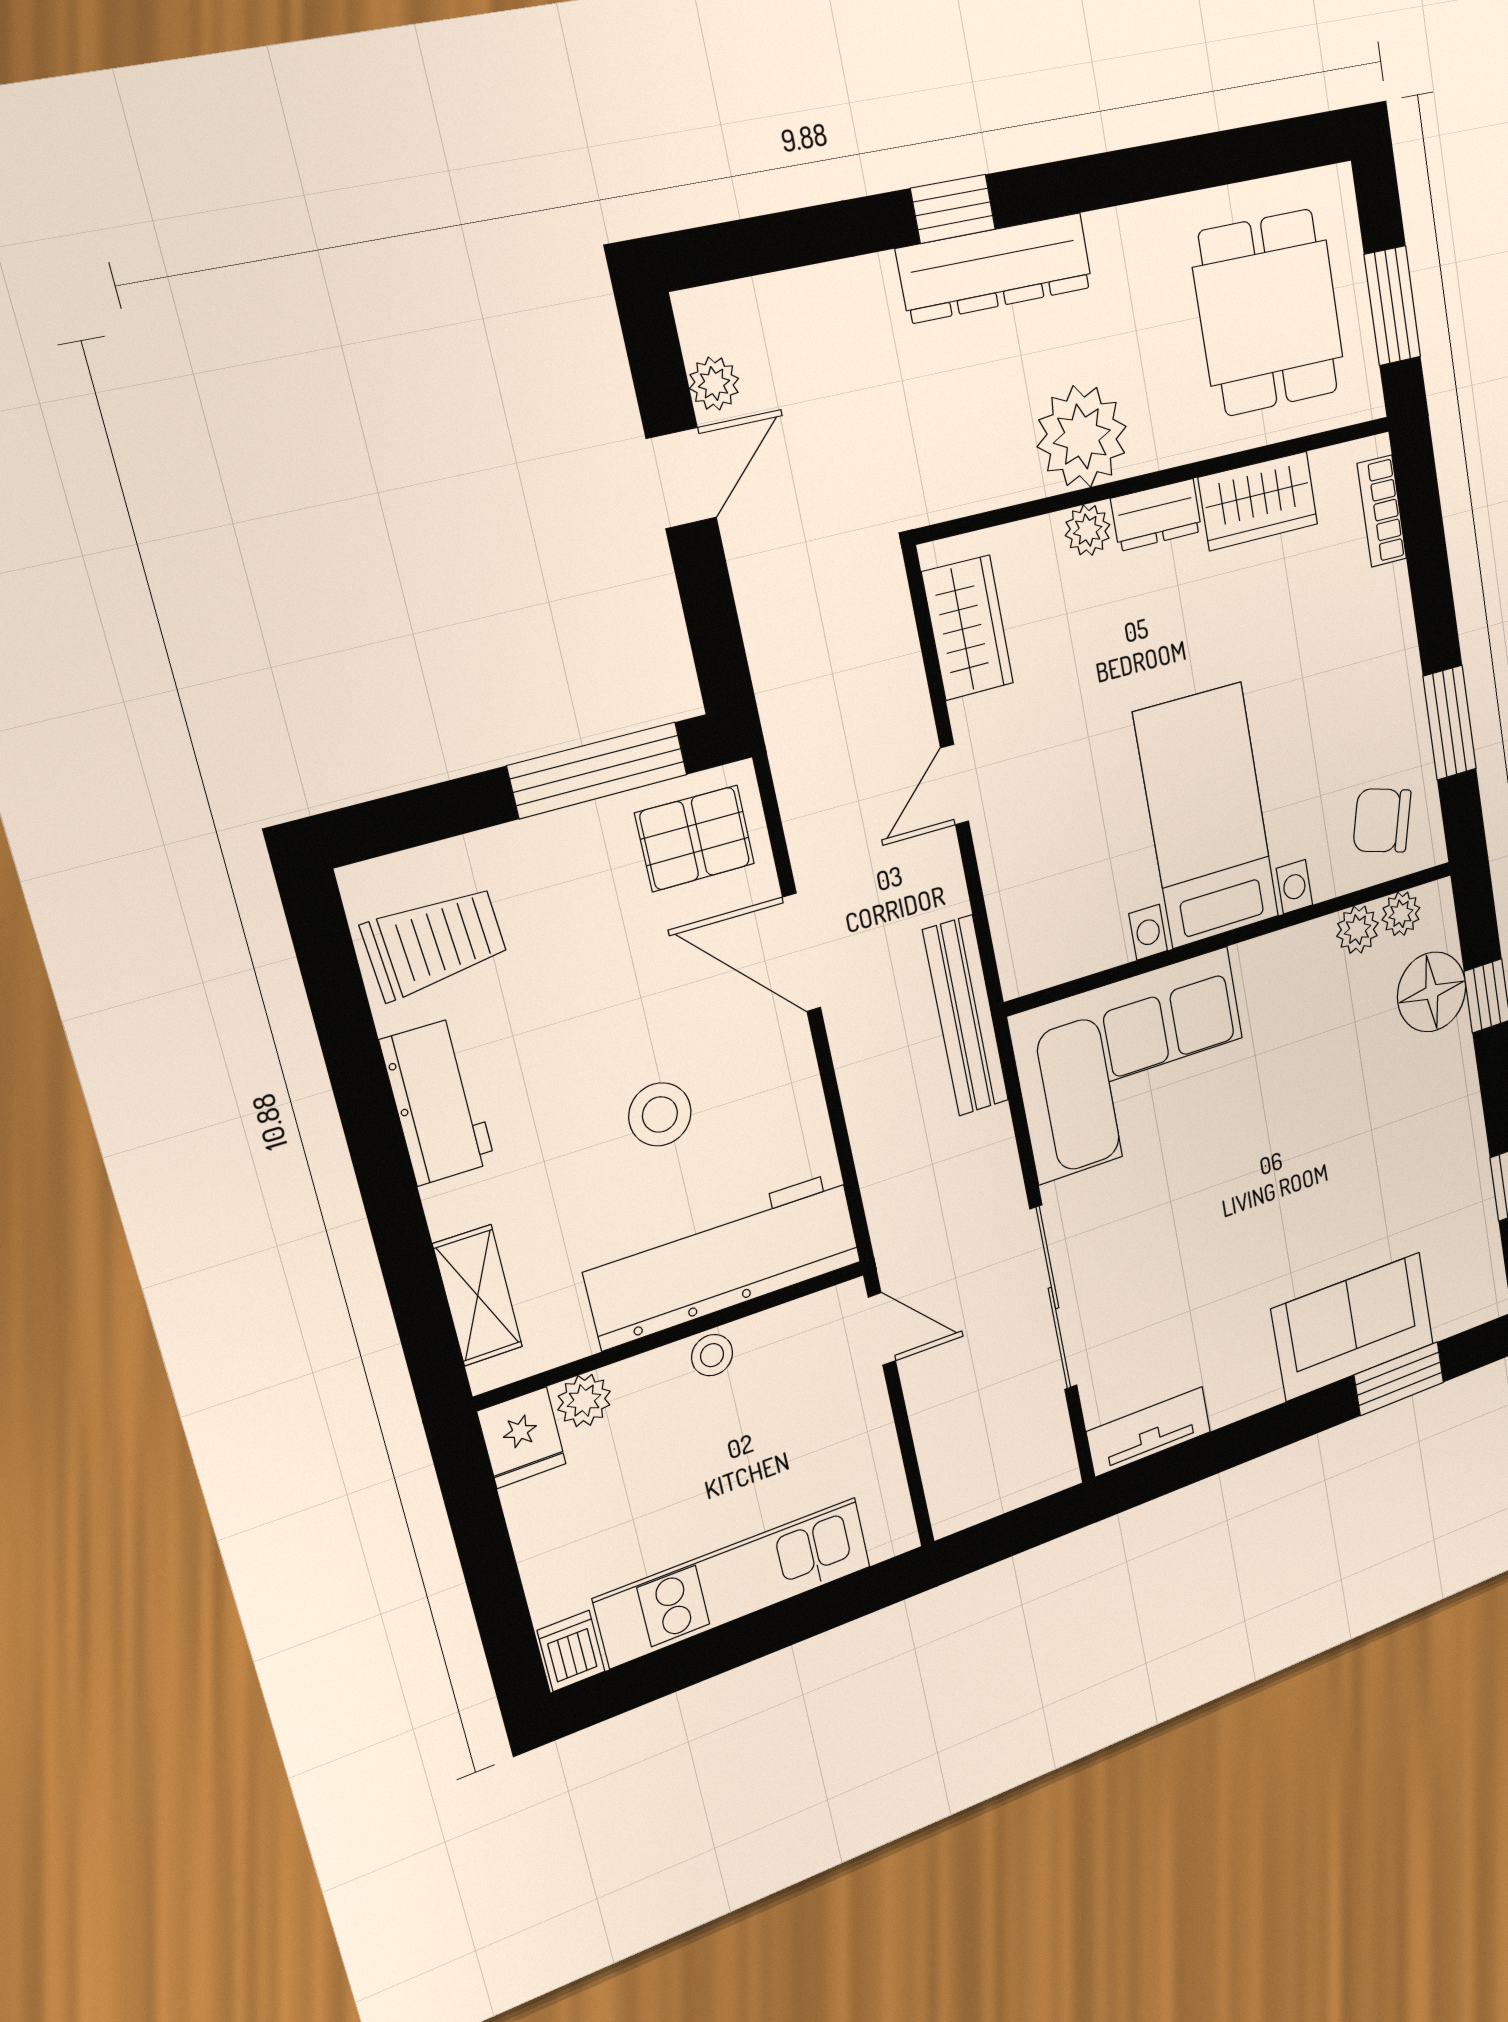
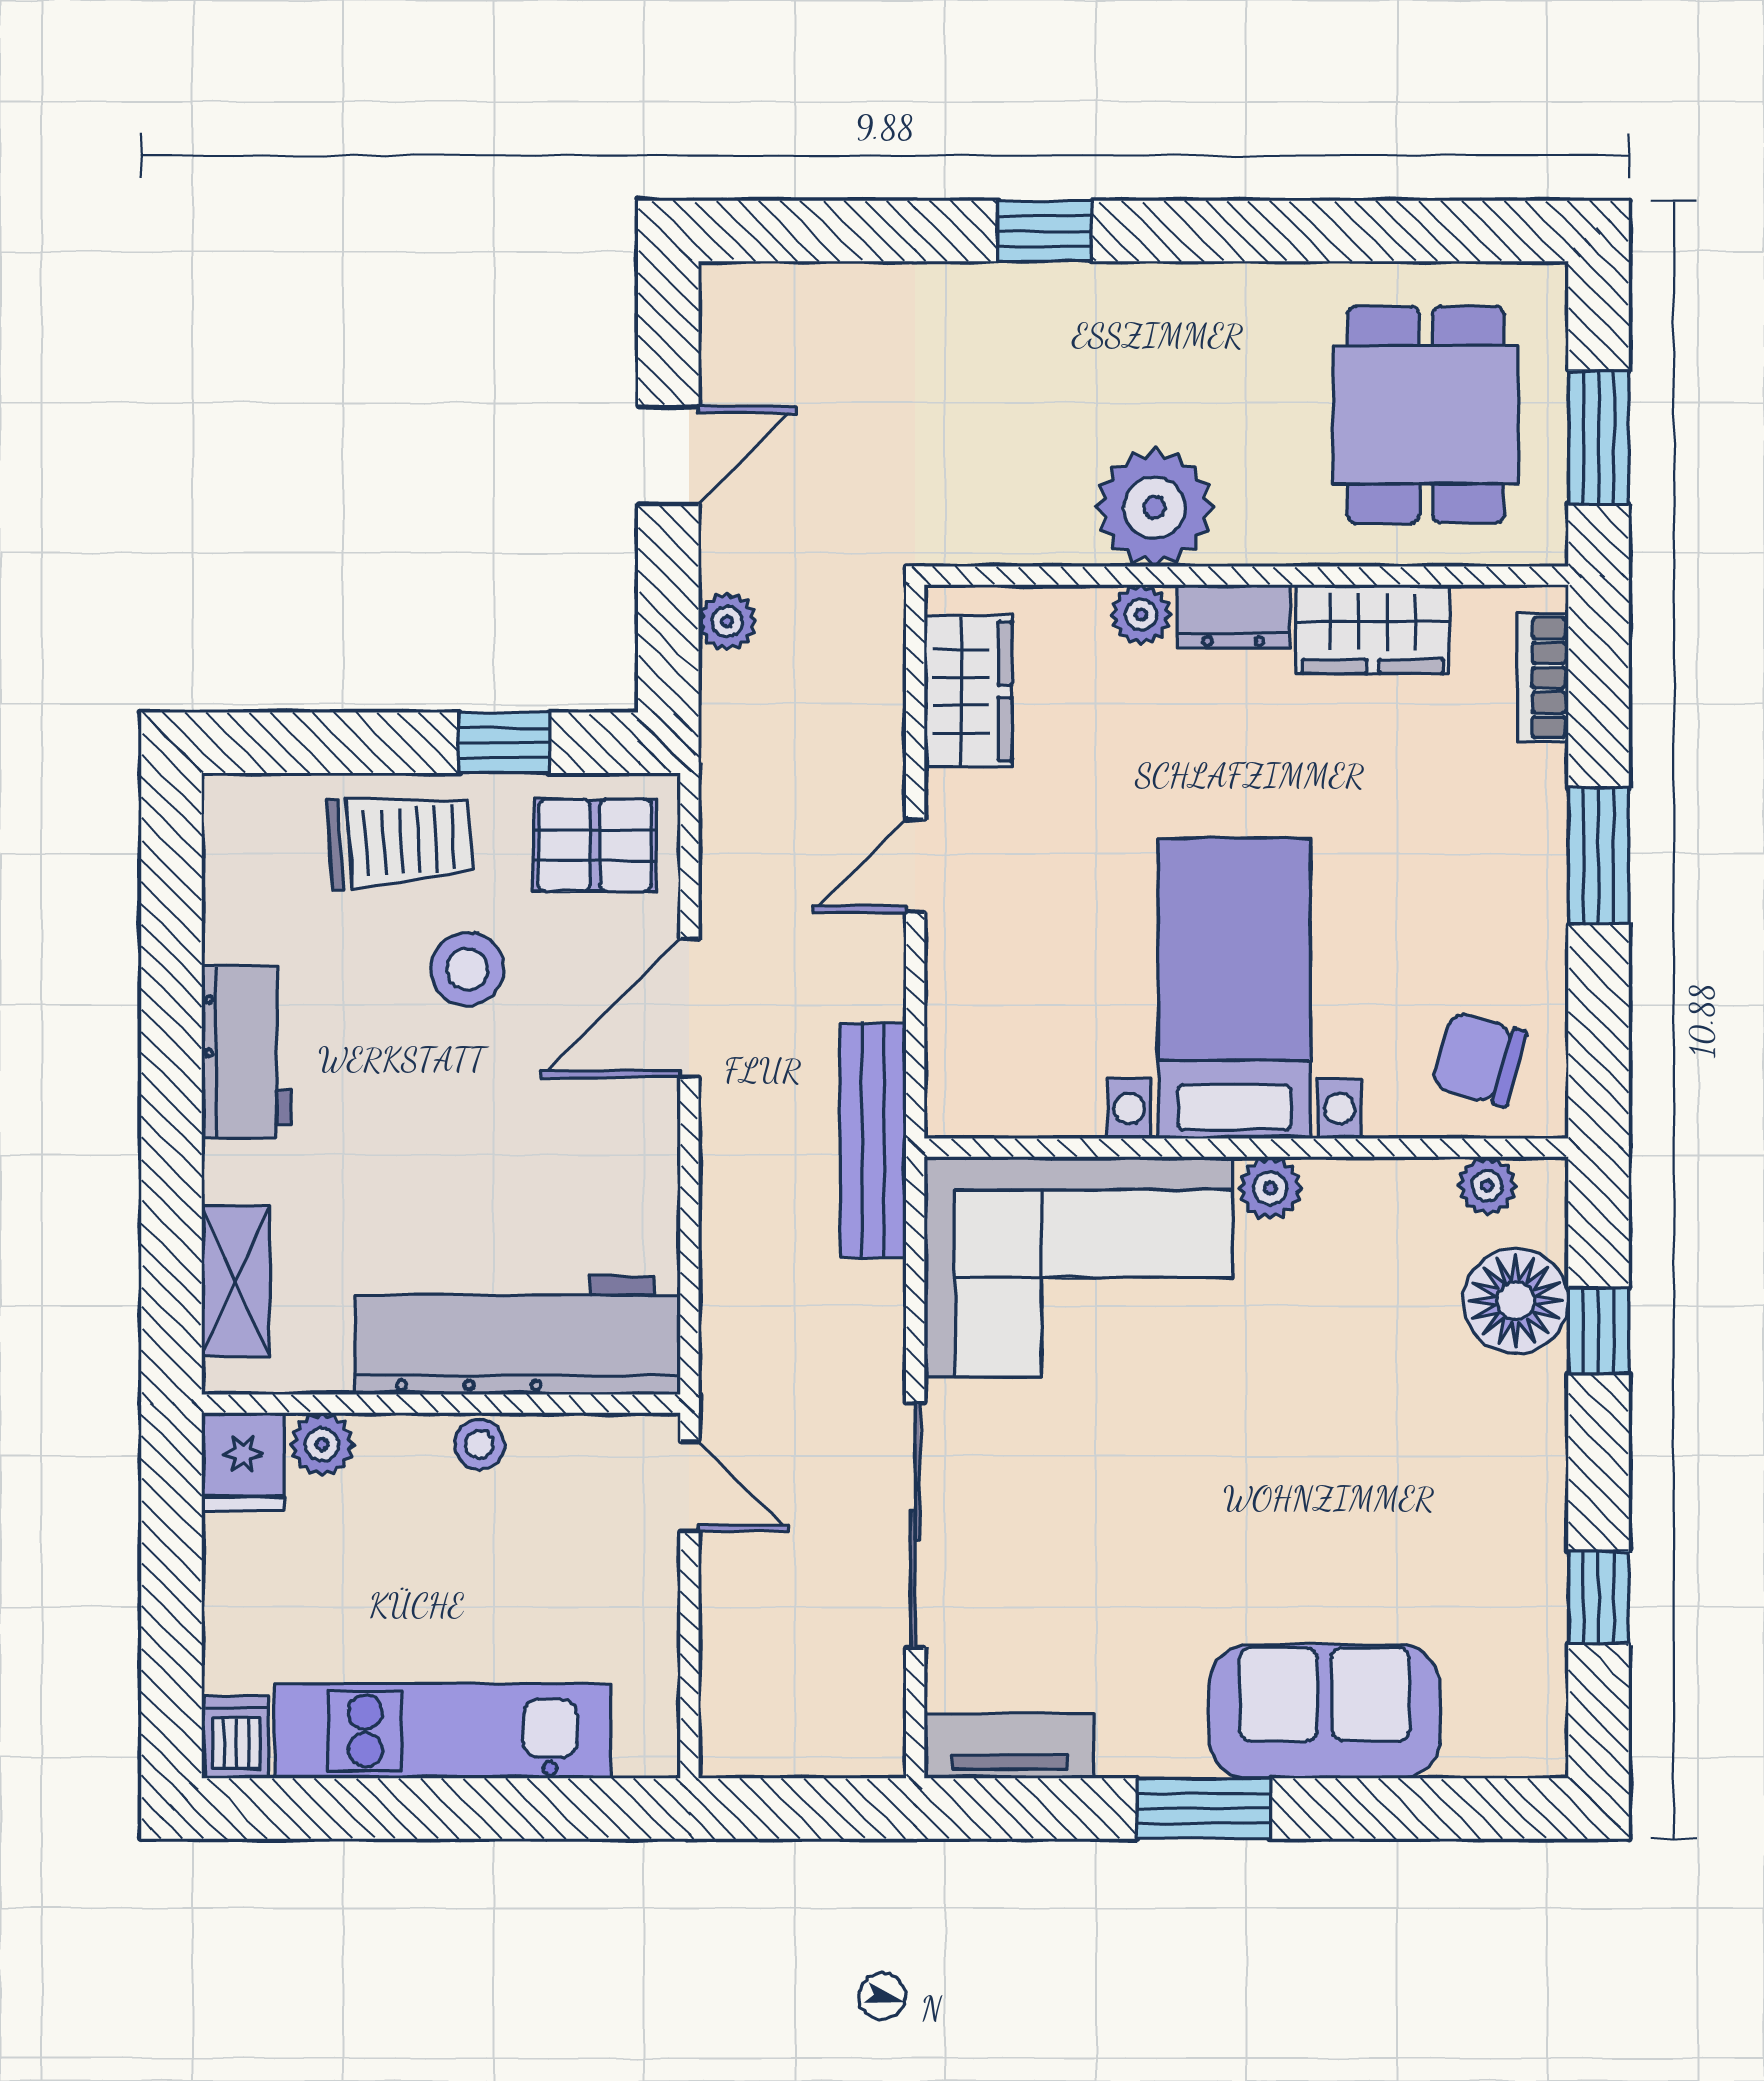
dresser: (995, 268) -> (1083, 303), removed
plant: (714, 384) -> (727, 621), moved
window: (1450, 723) -> (1599, 855), moved
window: (598, 770) -> (504, 743), width x0.46
plant: (1358, 930) -> (1270, 1188), moved
trolley: (435, 942) -> (400, 841), moved
door: (802, 953) -> (689, 1008), hinge flipped
stool: (660, 1114) -> (467, 969), moved
window: (1399, 1379) -> (1204, 1809), moved

